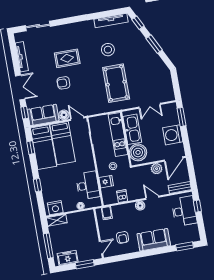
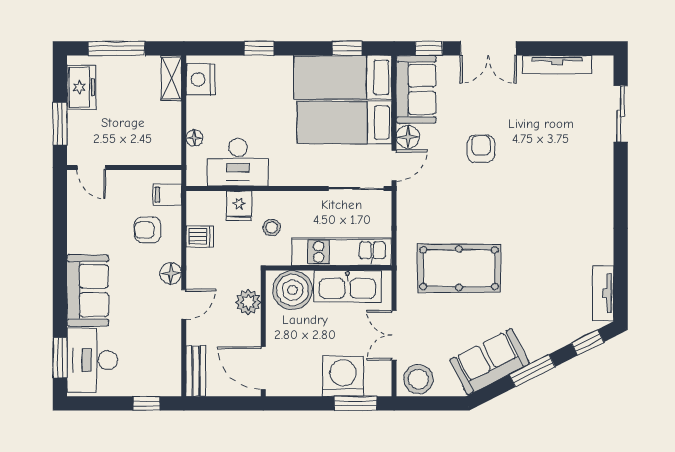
tv unit: (111, 21) -> (603, 293), width x0.71
stool: (108, 50) -> (418, 379), moved
rug: (67, 58) -> (535, 167), removed
sofa: (154, 63) -> (490, 362), added
washing machine: (173, 135) -> (343, 376), moved
plant: (157, 169) -> (248, 302), moved
desk: (184, 211) -> (92, 360), moved, turned 90
armchair: (123, 237) -> (148, 230), moved

